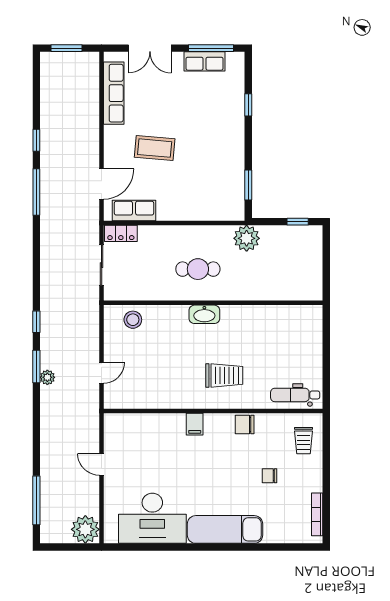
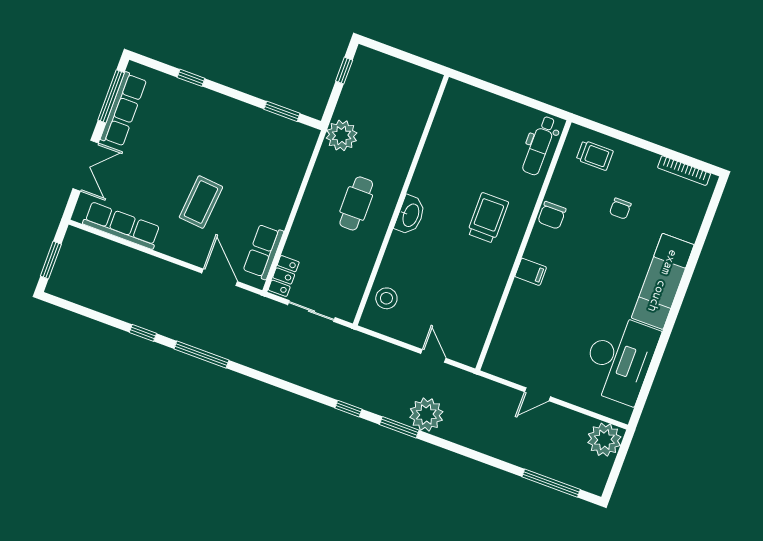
row of seats: (204, 61) -> (123, 109), width x1.48
plant: (47, 377) -> (426, 415), width x1.87, depth x1.87

